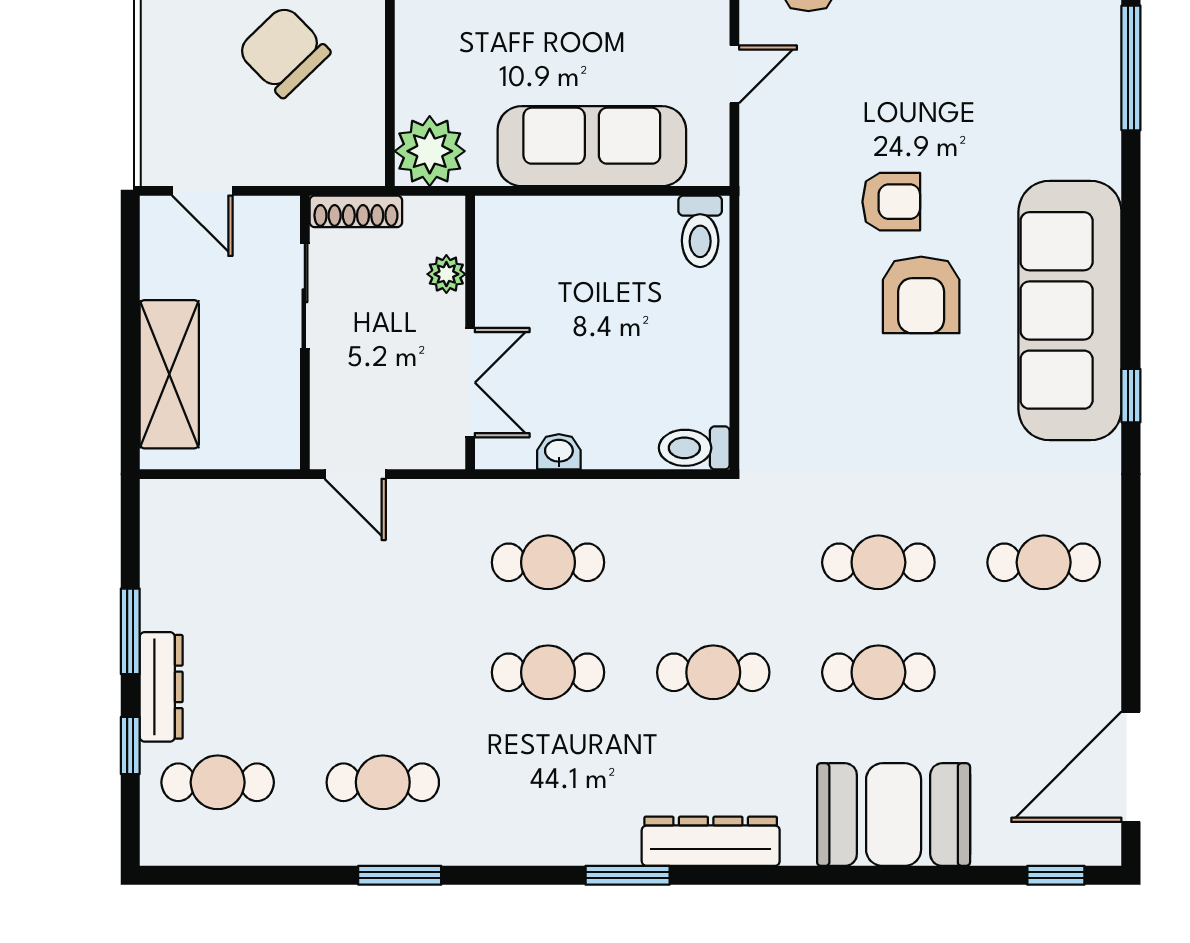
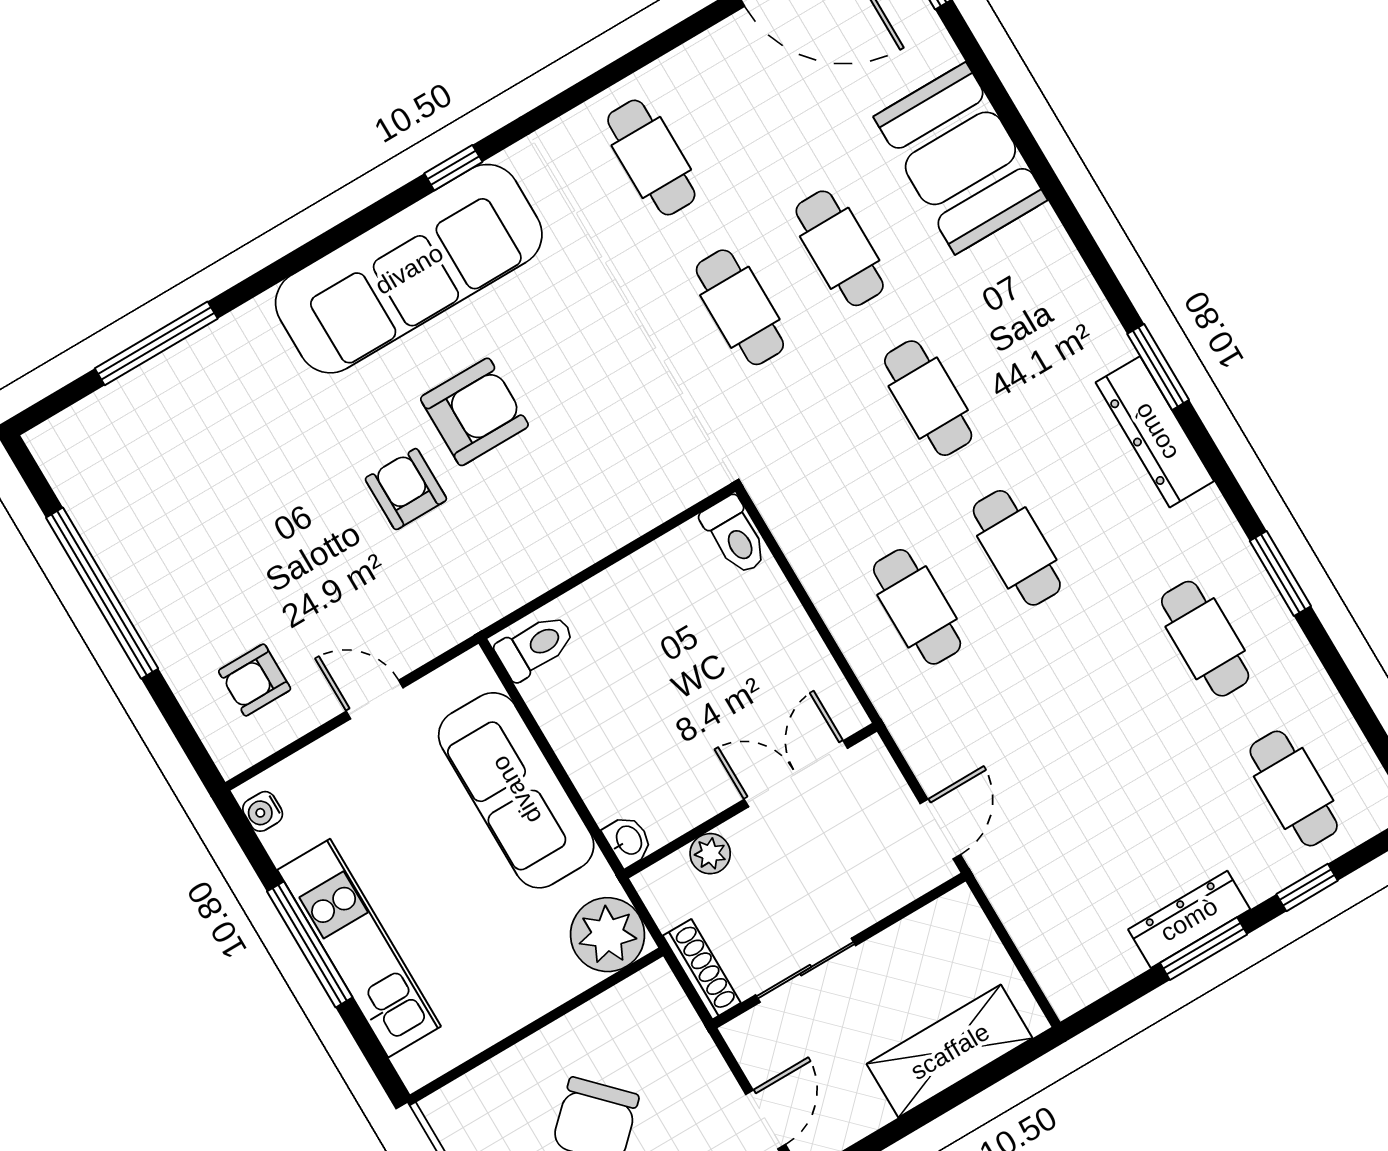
washbasin: (559, 452) -> (628, 841), moved, turned 180
dresser: (161, 687) -> (1189, 919), moved
dresser: (711, 841) -> (1155, 432), moved

